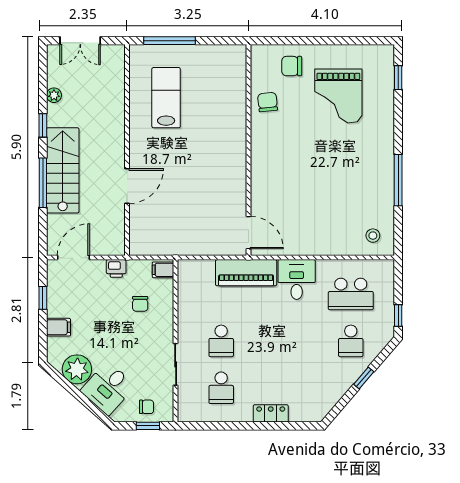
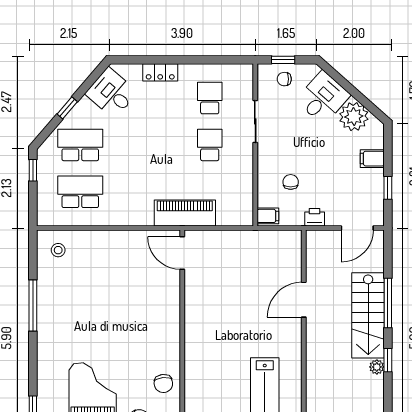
plant: (54, 95) -> (377, 367), moved
desk: (297, 280) -> (111, 93), moved, turned 131
school desk: (351, 341) -> (80, 145), width x1.85

